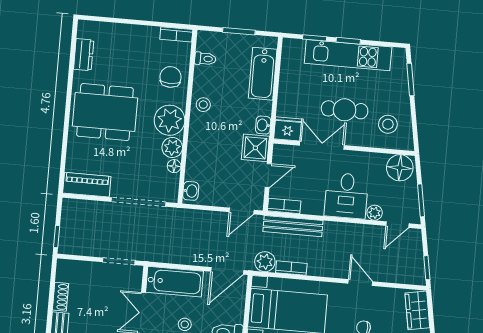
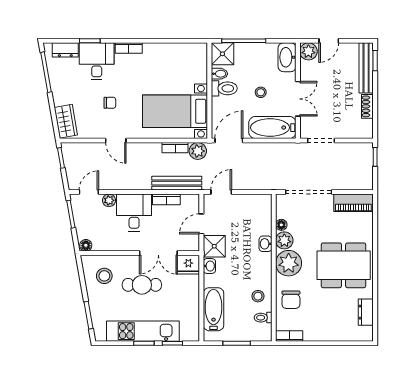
stool: (203, 105) -> (258, 296), moved
floor lamp: (400, 168) -> (86, 245), width x0.53, depth x0.53
washbasin: (191, 191) -> (265, 244), moved
bookcase: (284, 206) -> (166, 199), moved

